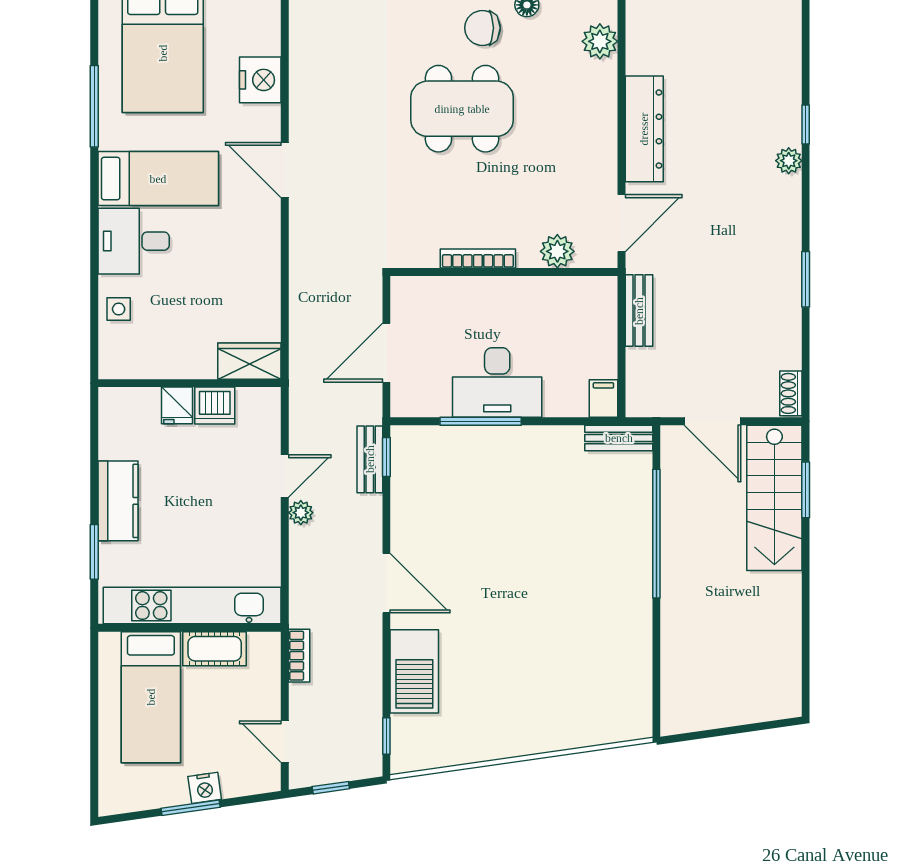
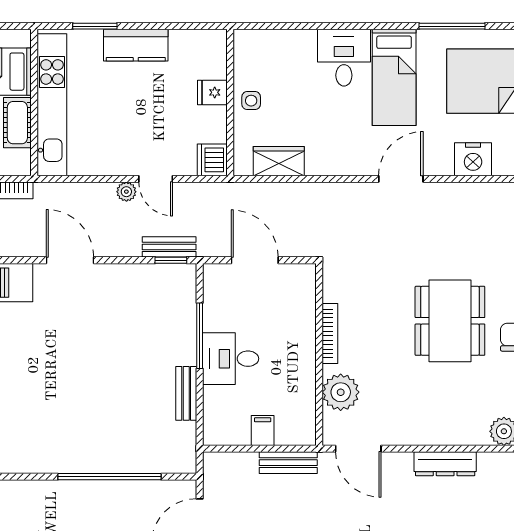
dresser: (644, 129) -> (445, 464), width x0.73, depth x0.80
plant: (557, 251) -> (341, 392), width x1.36, depth x1.36
side table: (119, 309) -> (251, 101), moved
wardrobe: (249, 361) -> (279, 161), moved, turned -90
desk: (497, 383) -> (231, 359), width x0.73
filing cabinet: (603, 399) -> (263, 430), moved, turned -90
dishwasher: (215, 406) -> (212, 160), moved
bench: (619, 438) -> (186, 393), moved
door: (386, 583) -> (70, 260), swing flipped

